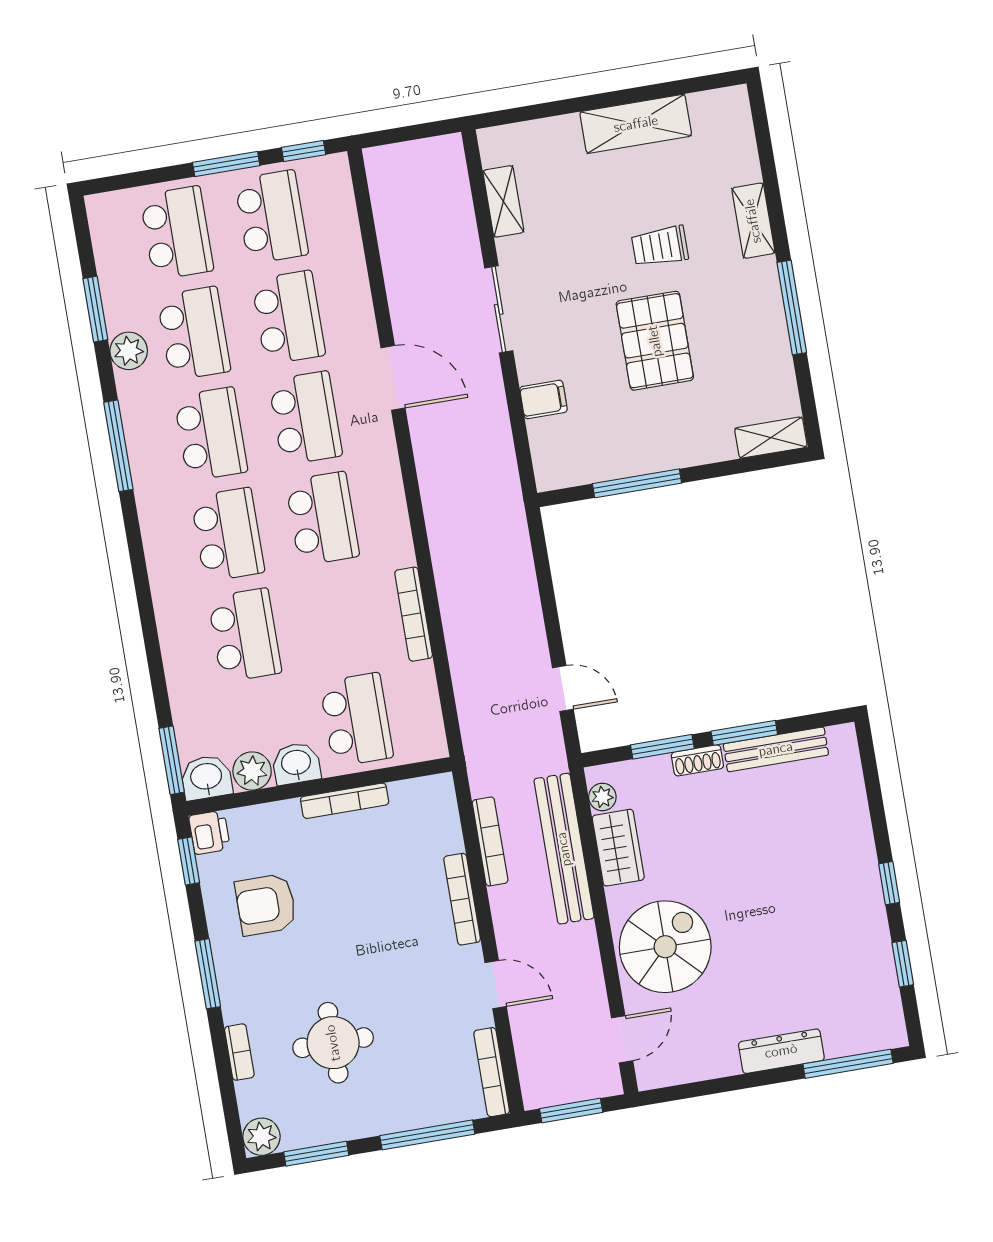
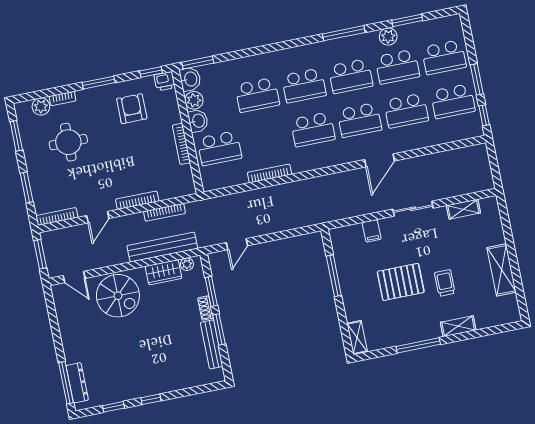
dresser: (781, 1051) -> (77, 383), moved
window: (427, 1135) -> (27, 187), width x0.69
plant: (261, 1137) -> (41, 107), moved

